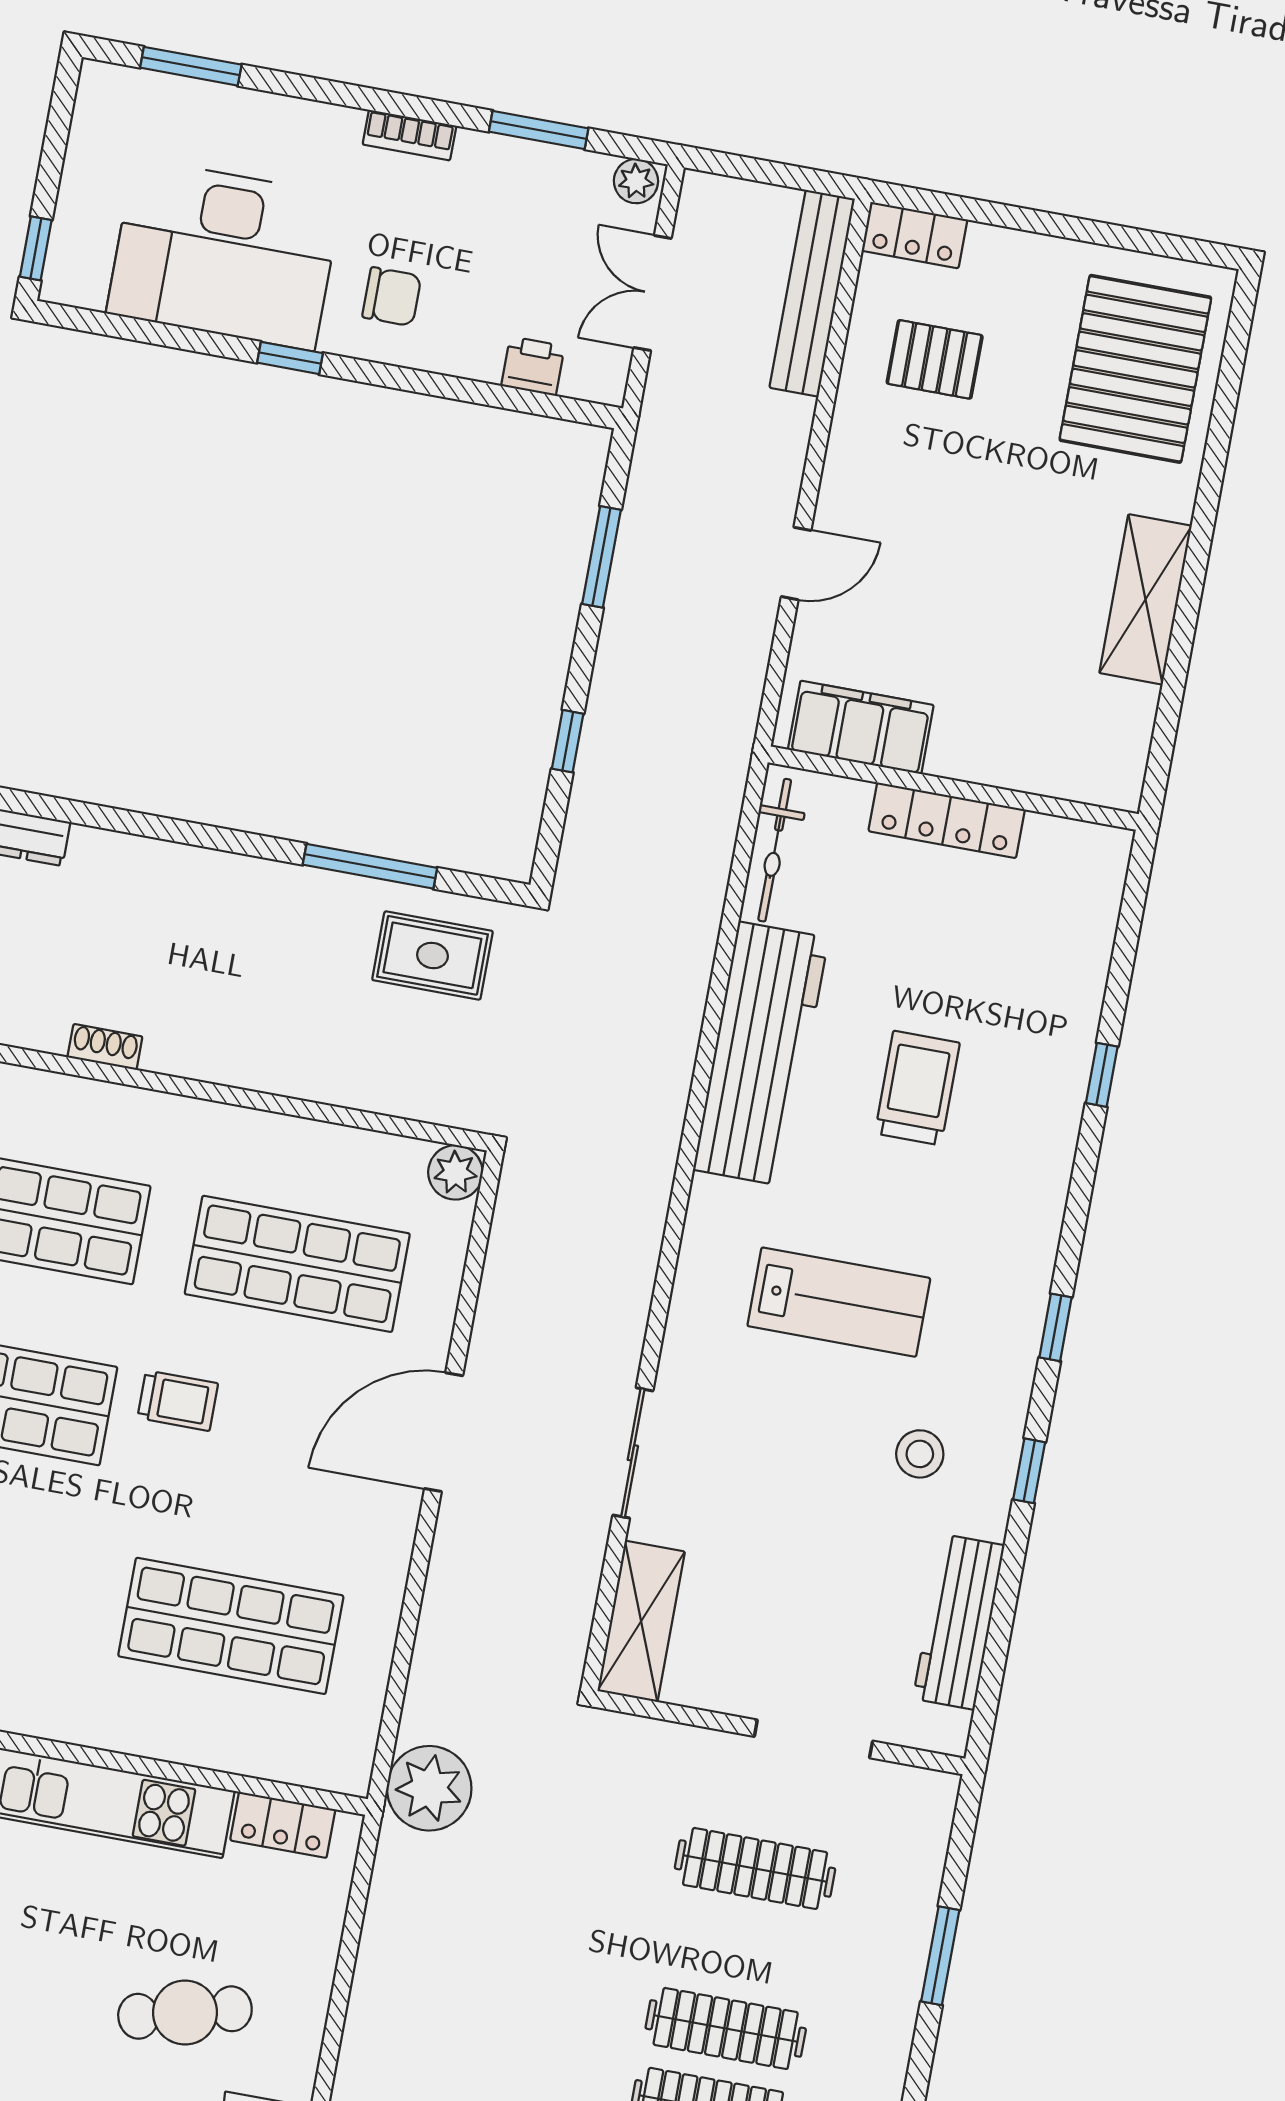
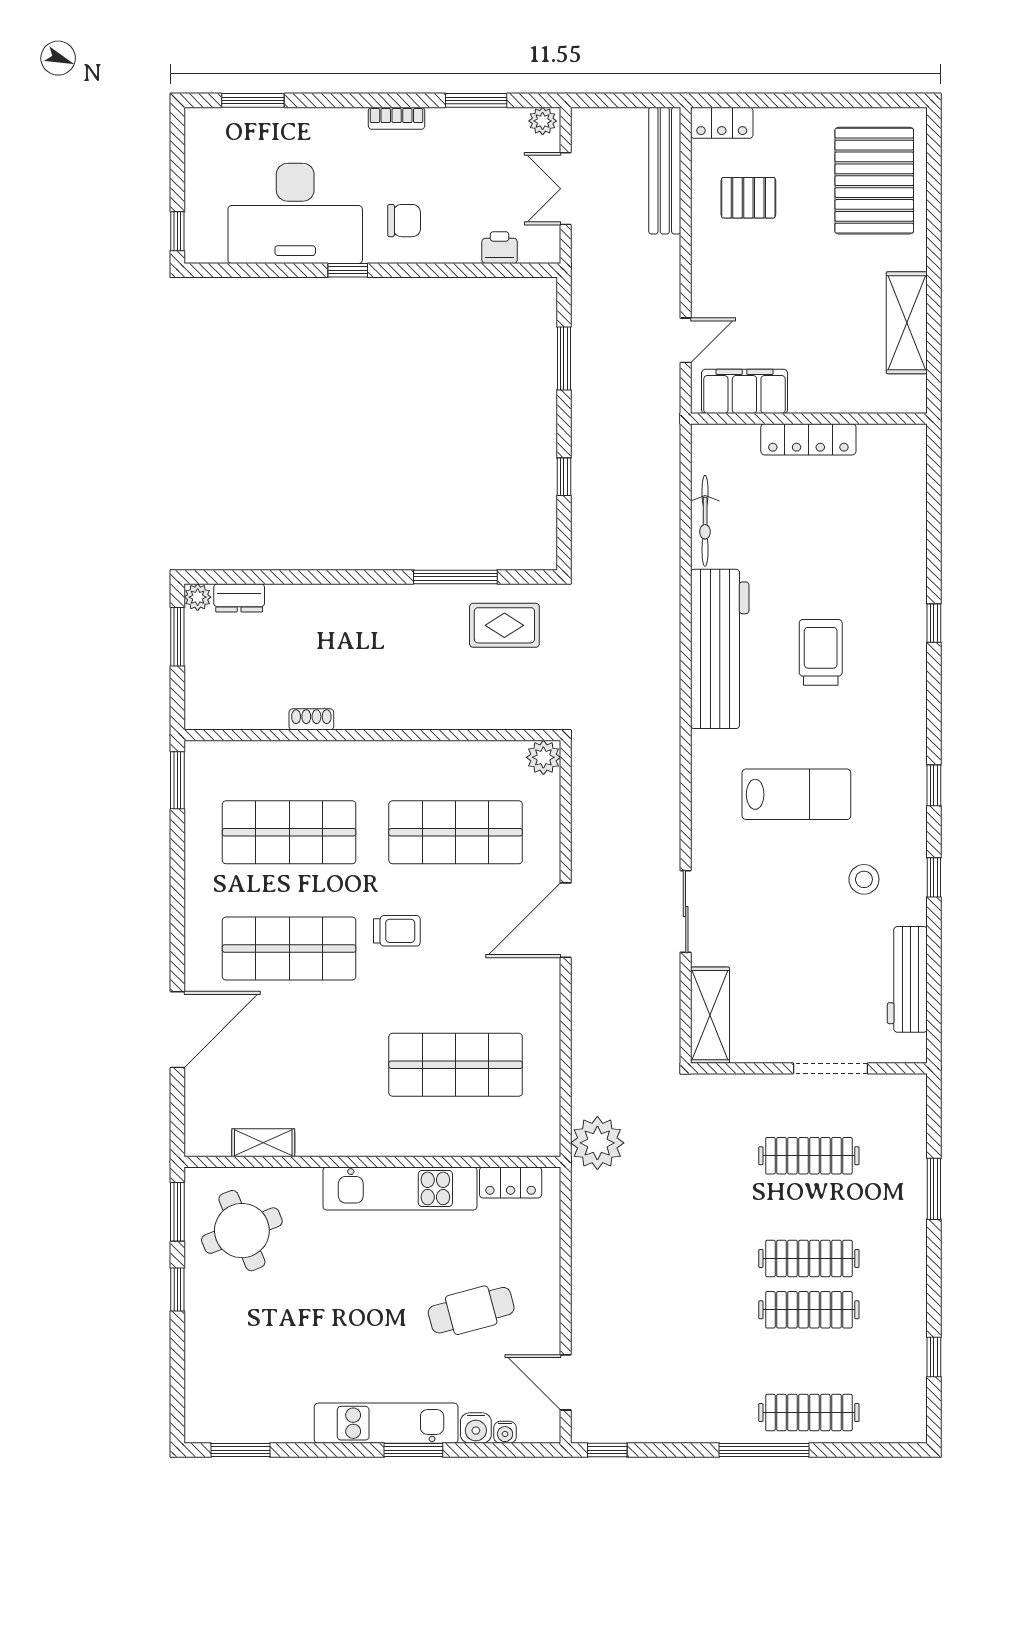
filing cabinet: (861, 727) -> (744, 391), moved
wall: (953, 788) -> (809, 419), moved
locker: (947, 820) -> (808, 439), moved

